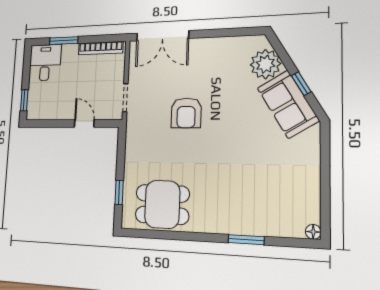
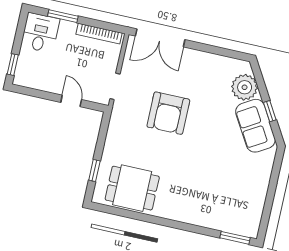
armchair: (186, 113) -> (168, 113), width x1.36, depth x1.36
floor lamp: (313, 232) -> (253, 232), removed
window: (246, 240) -> (235, 238), moved

